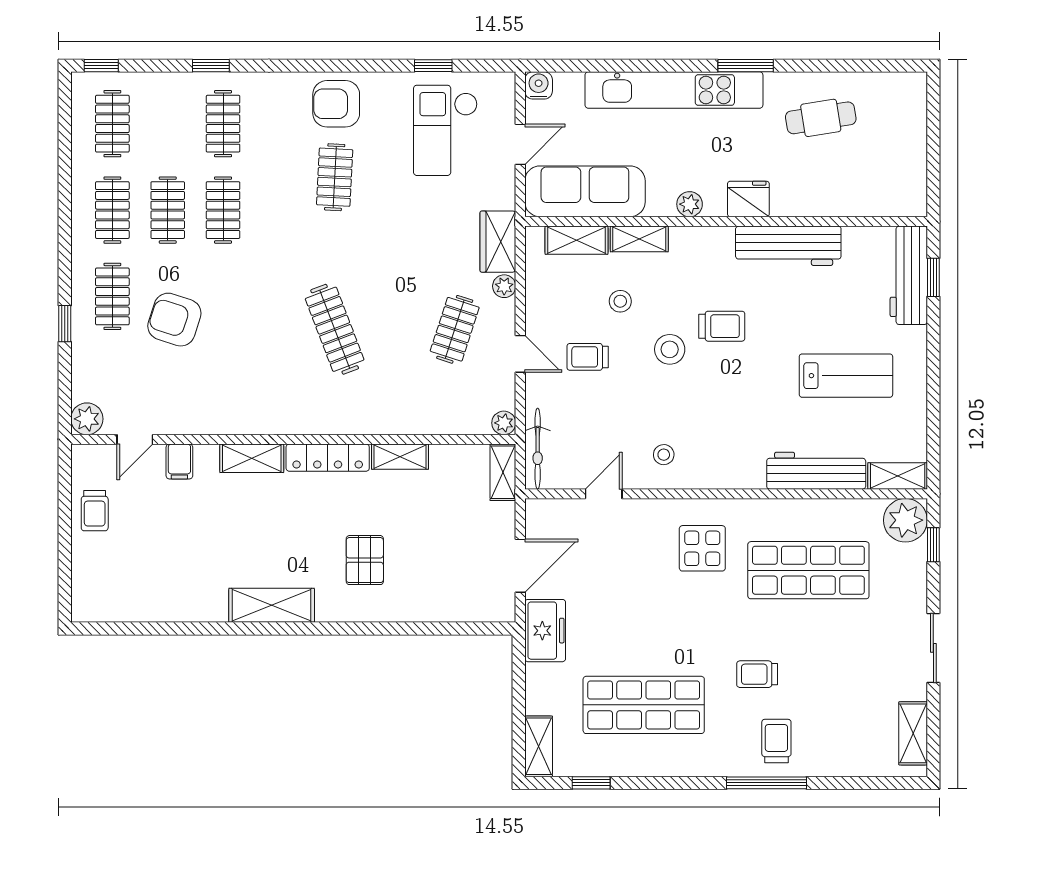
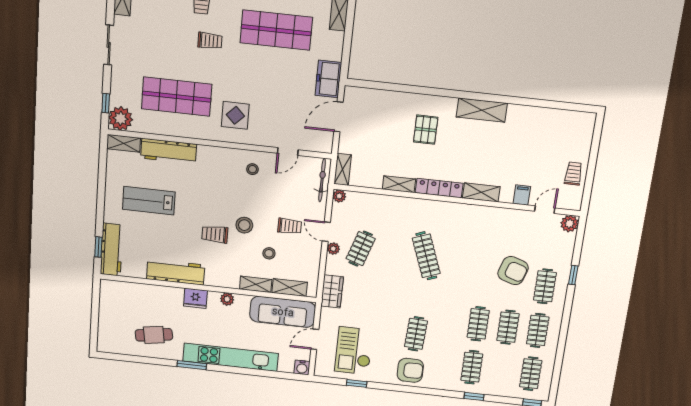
checkout: (445, 130) -> (354, 351), turned 180
plant: (504, 286) -> (333, 249), moved

